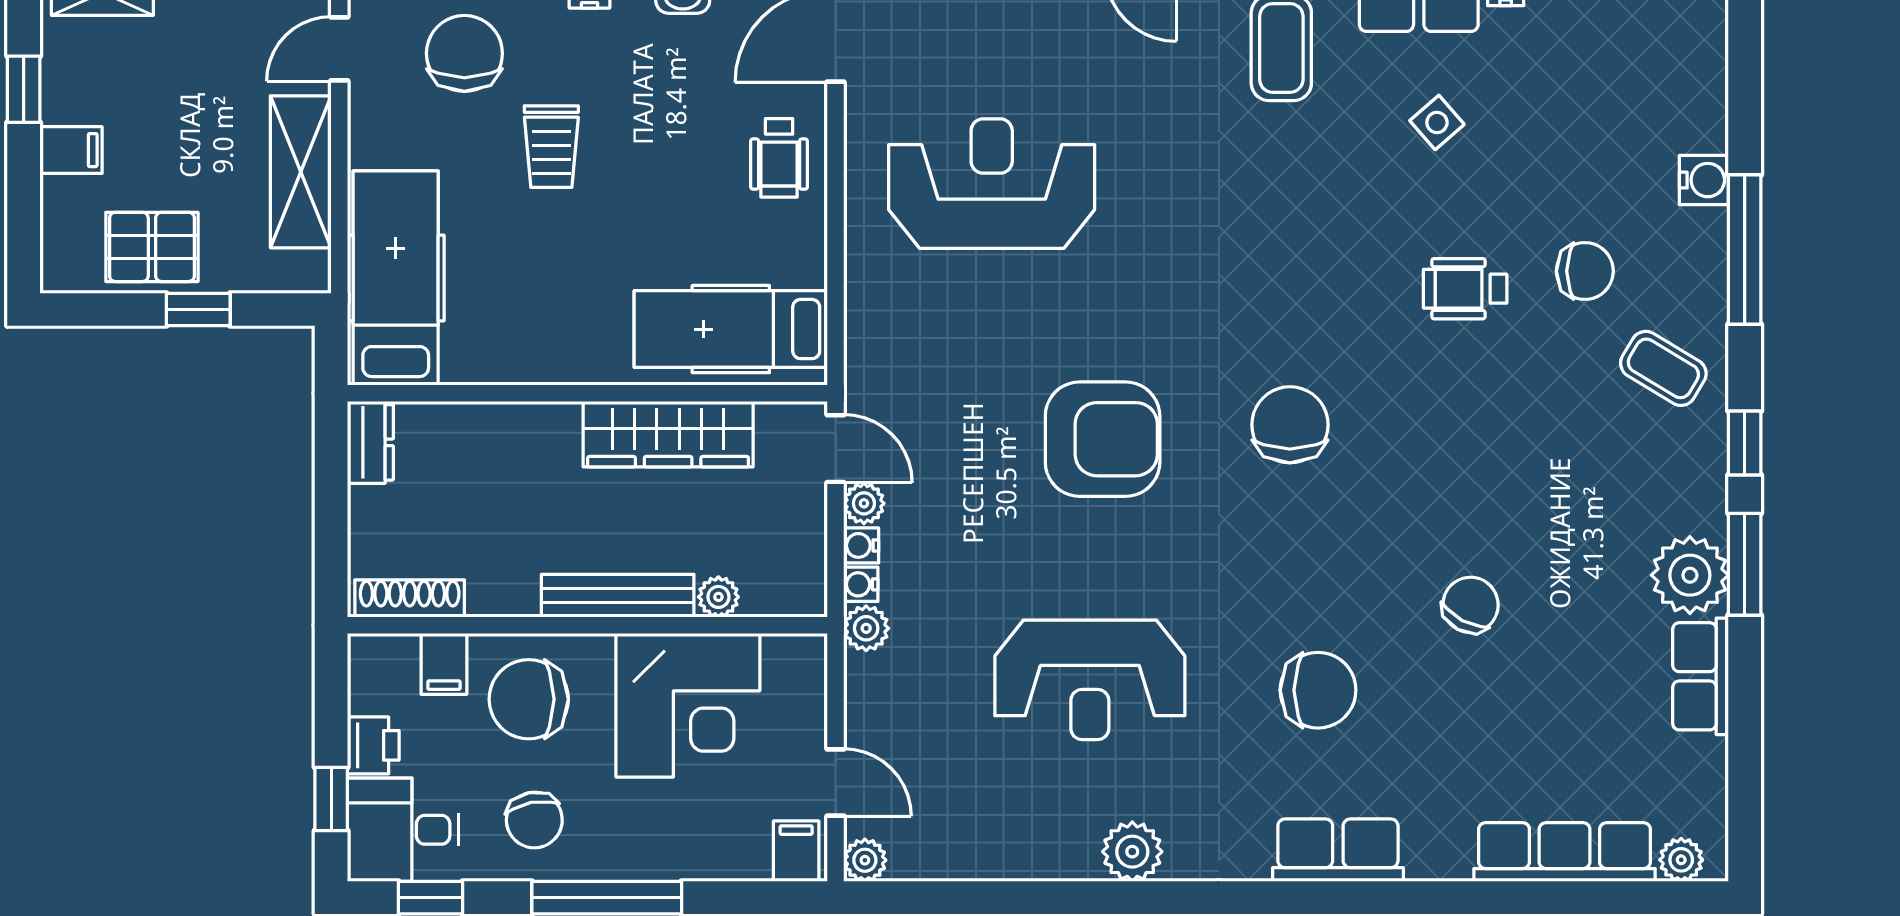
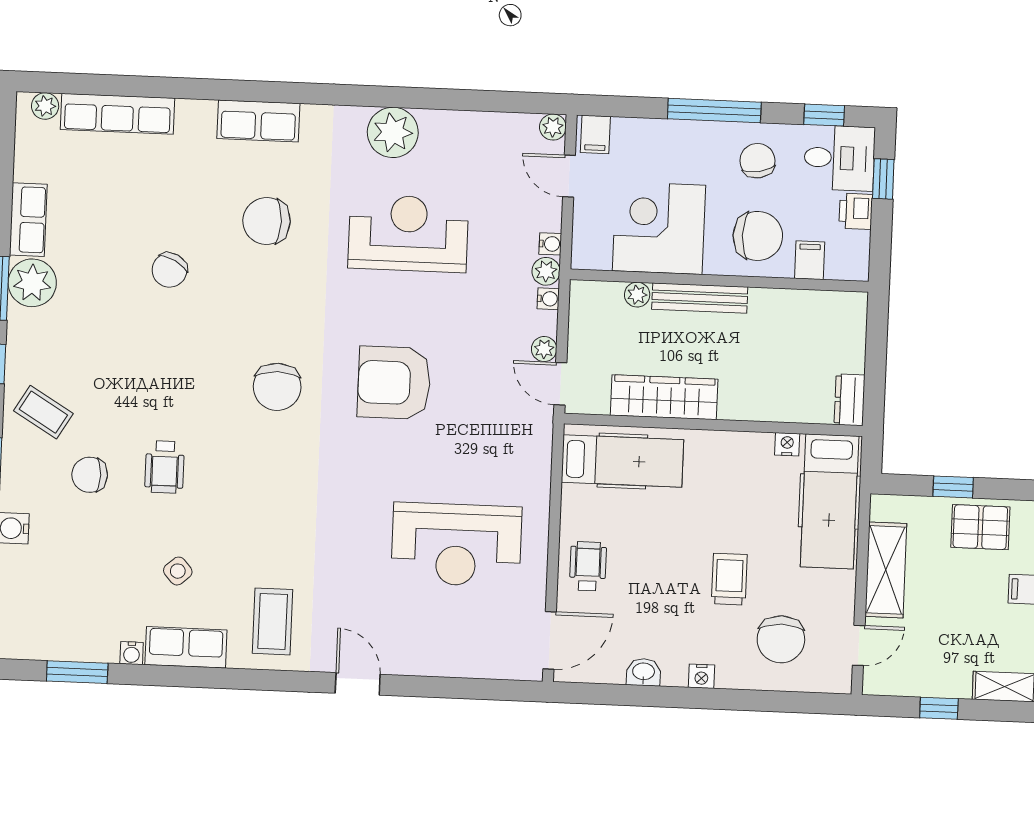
wheelchair: (1465, 289) -> (165, 467), turned 90
nightstand: (468, 367) -> (787, 444), added
water cooler: (861, 545) -> (550, 244), moved
shoe rack: (410, 598) -> (829, 302), removed
plant: (1132, 852) -> (393, 132), width x1.36, depth x1.36

